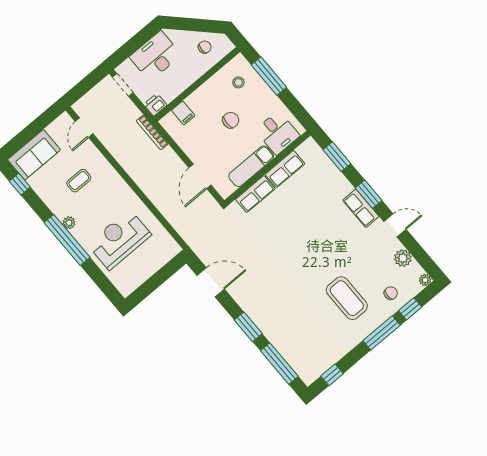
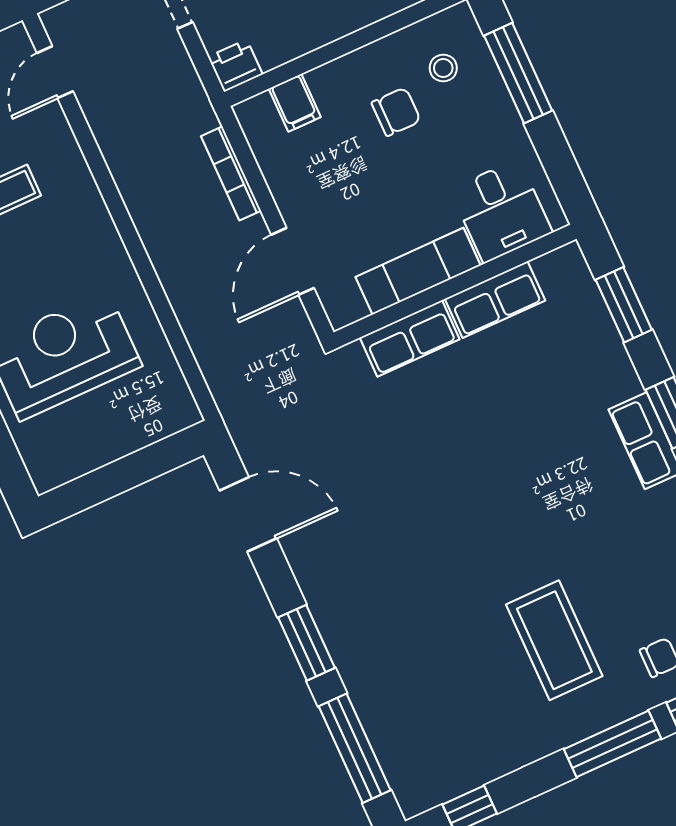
chair: (231, 120) -> (396, 112), moved
bookcase: (152, 132) -> (231, 173), moved

